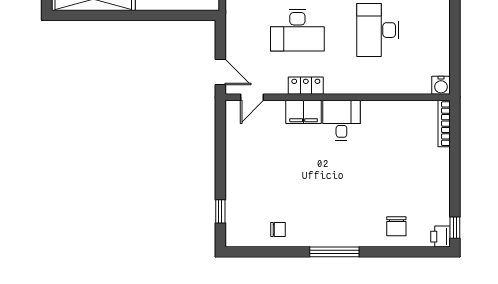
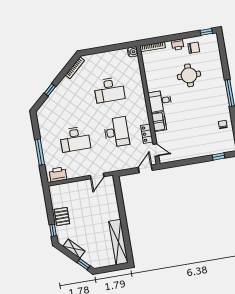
locker: (306, 86) -> (147, 134), moved
round table: (380, 182) -> (189, 75), added
chair: (396, 226) -> (194, 48), moved
printer: (441, 237) -> (178, 44), moved

